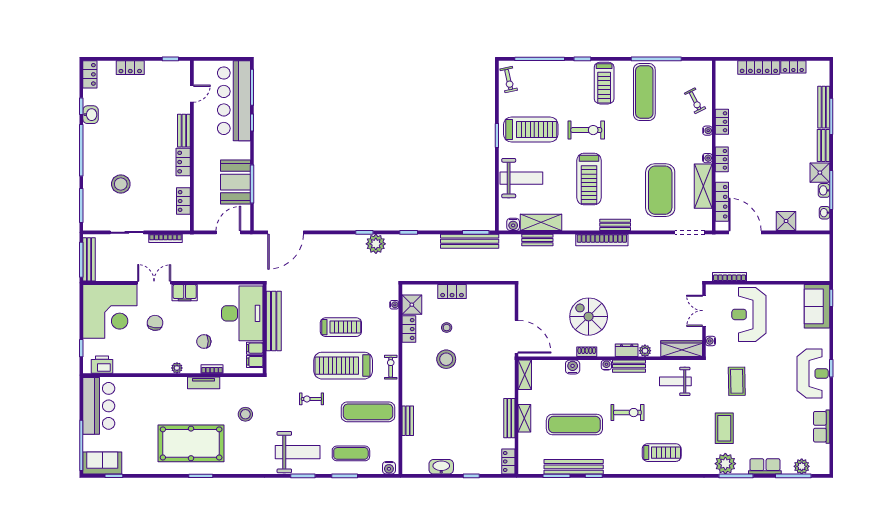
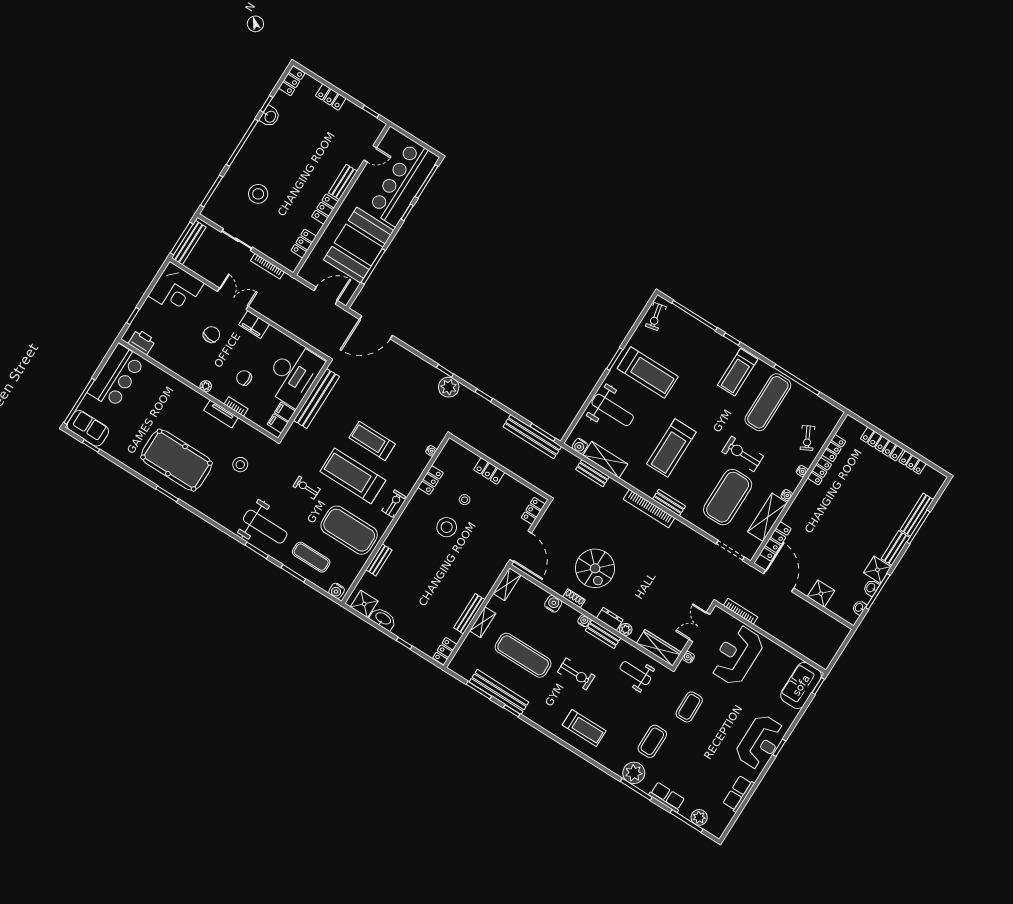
exercise bike: (586, 130) -> (743, 454), moved, turned 180
locker: (722, 159) -> (834, 448), moved
booth: (235, 182) -> (359, 245), width x1.36, depth x1.42
locker: (508, 301) -> (533, 511), added
shower: (412, 305) -> (364, 604), moved
corner desk: (110, 311) -> (176, 289), width x0.74, depth x0.74
spiral stairs: (589, 317) -> (595, 568), turned 180
treadmill: (341, 327) -> (372, 441), turned 180
exercise mat: (368, 412) -> (349, 530), width x1.47

